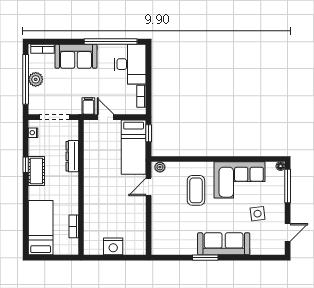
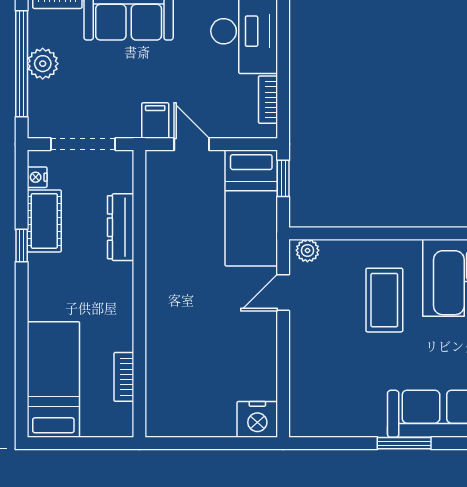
cot: (36, 171) -> (44, 221), moved
nightstand: (113, 246) -> (257, 419), moved

